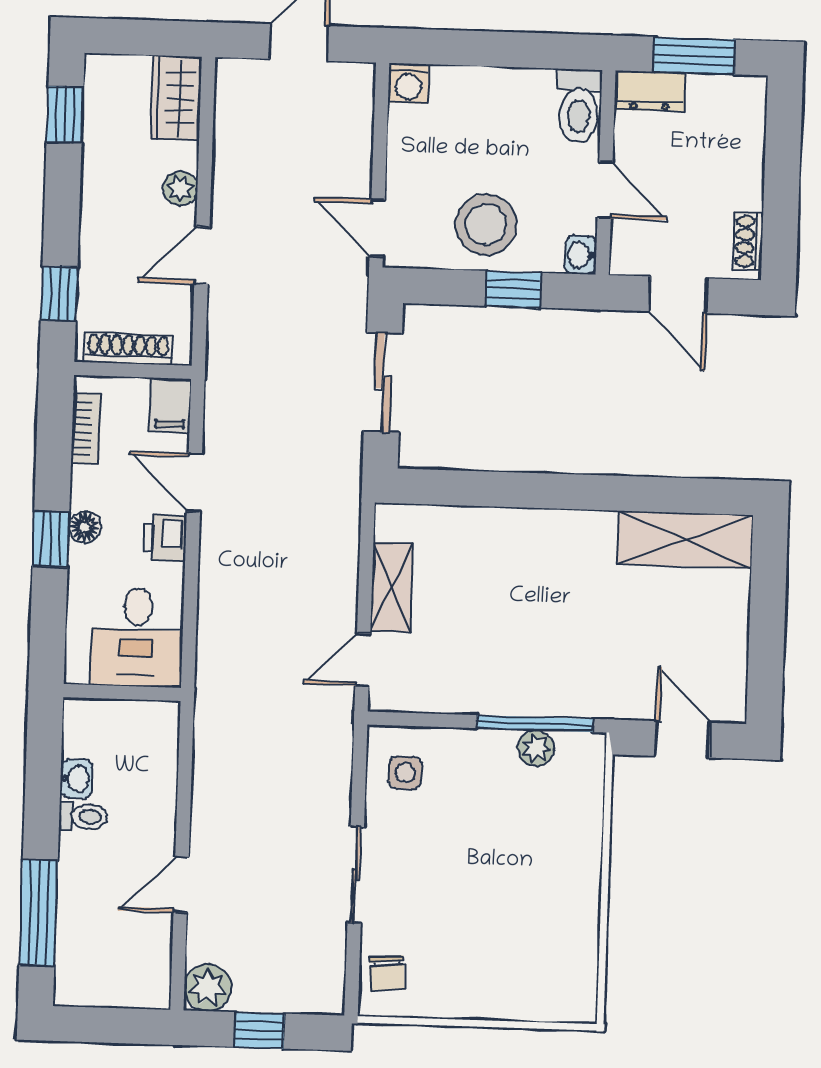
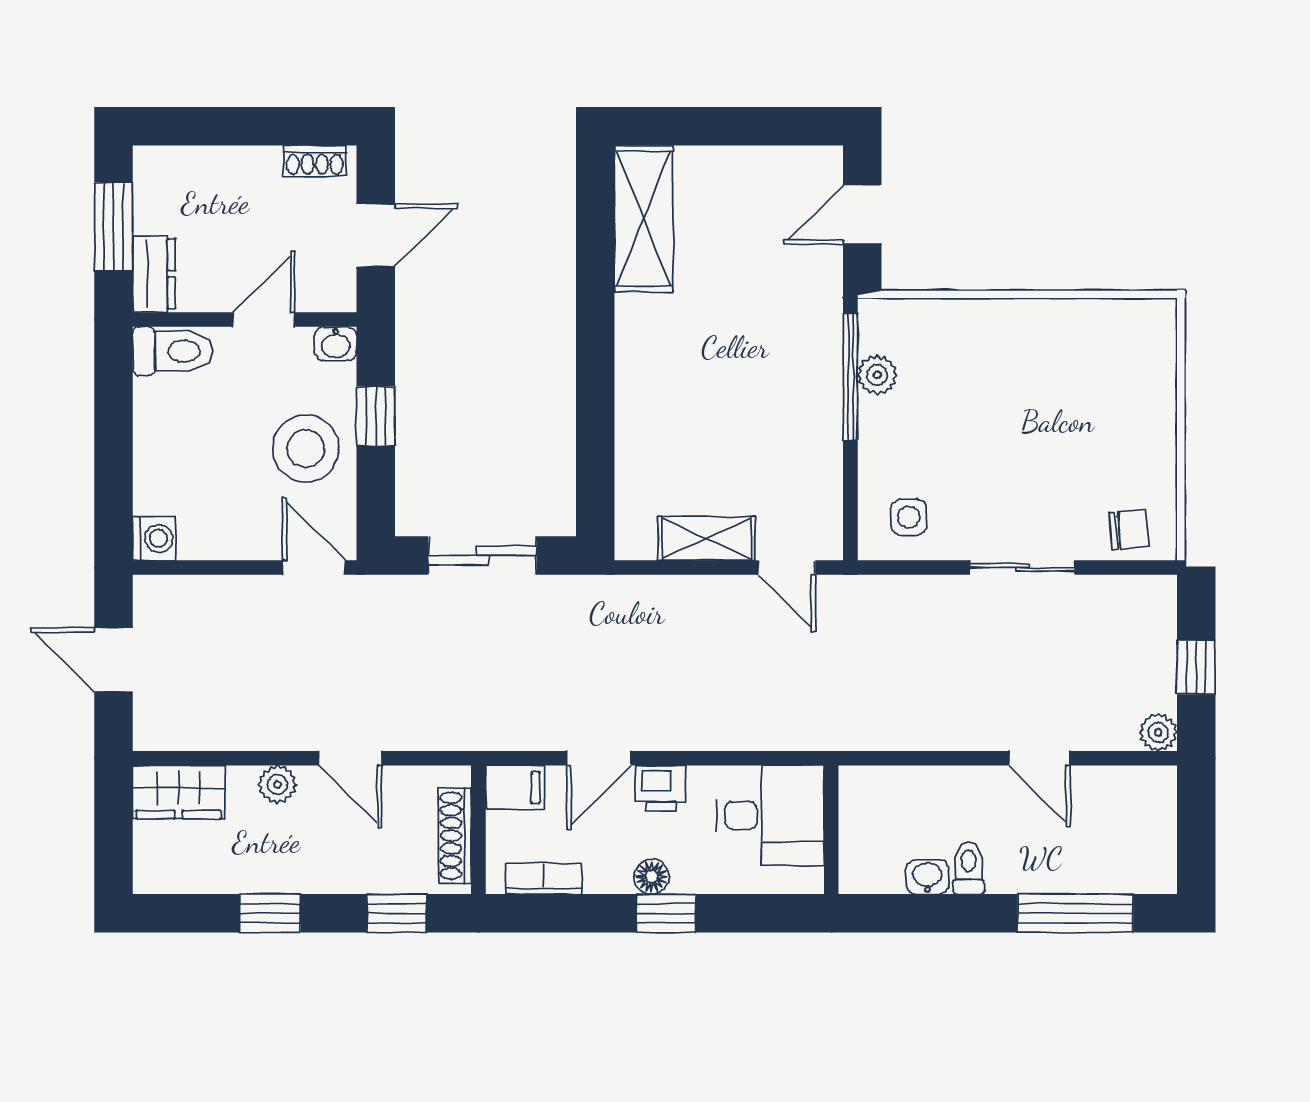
window: (65, 115) -> (270, 913), moved
door: (377, 228) -> (314, 567), swing flipped
plant: (208, 988) -> (1158, 732), width x0.73, depth x0.73

